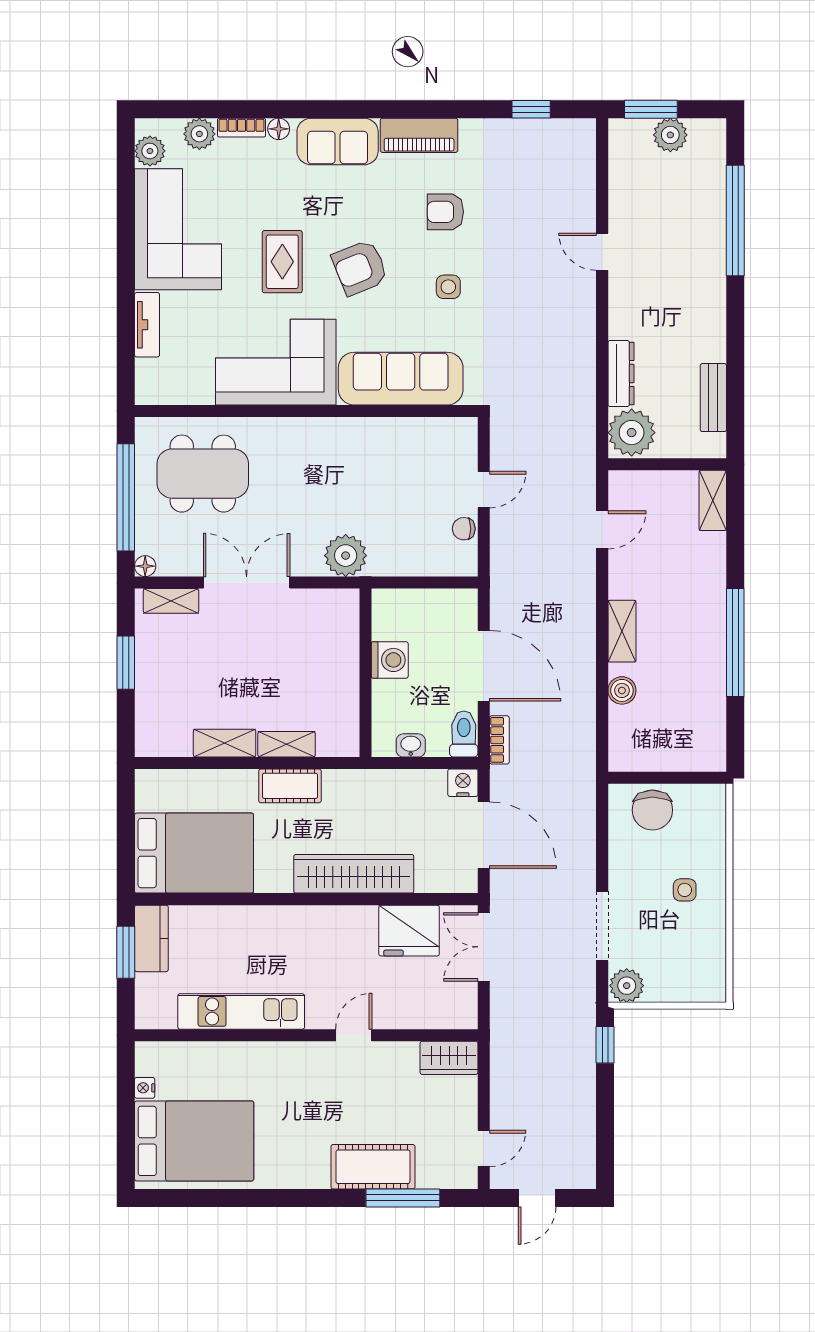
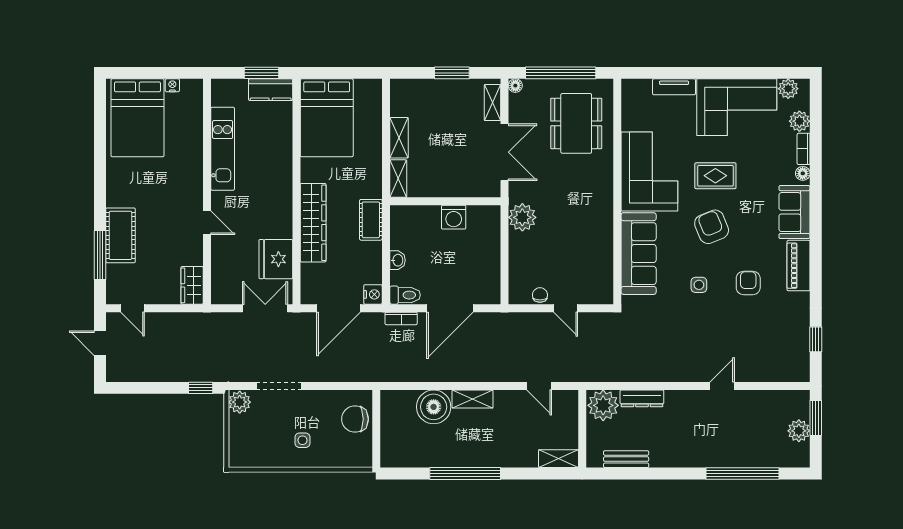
washing machine: (390, 660) -> (454, 217), moved
wall: (365, 673) -> (445, 201), moved
boiler: (622, 690) -> (434, 407), width x1.86, depth x1.86
cot: (290, 786) -> (371, 220), moved

